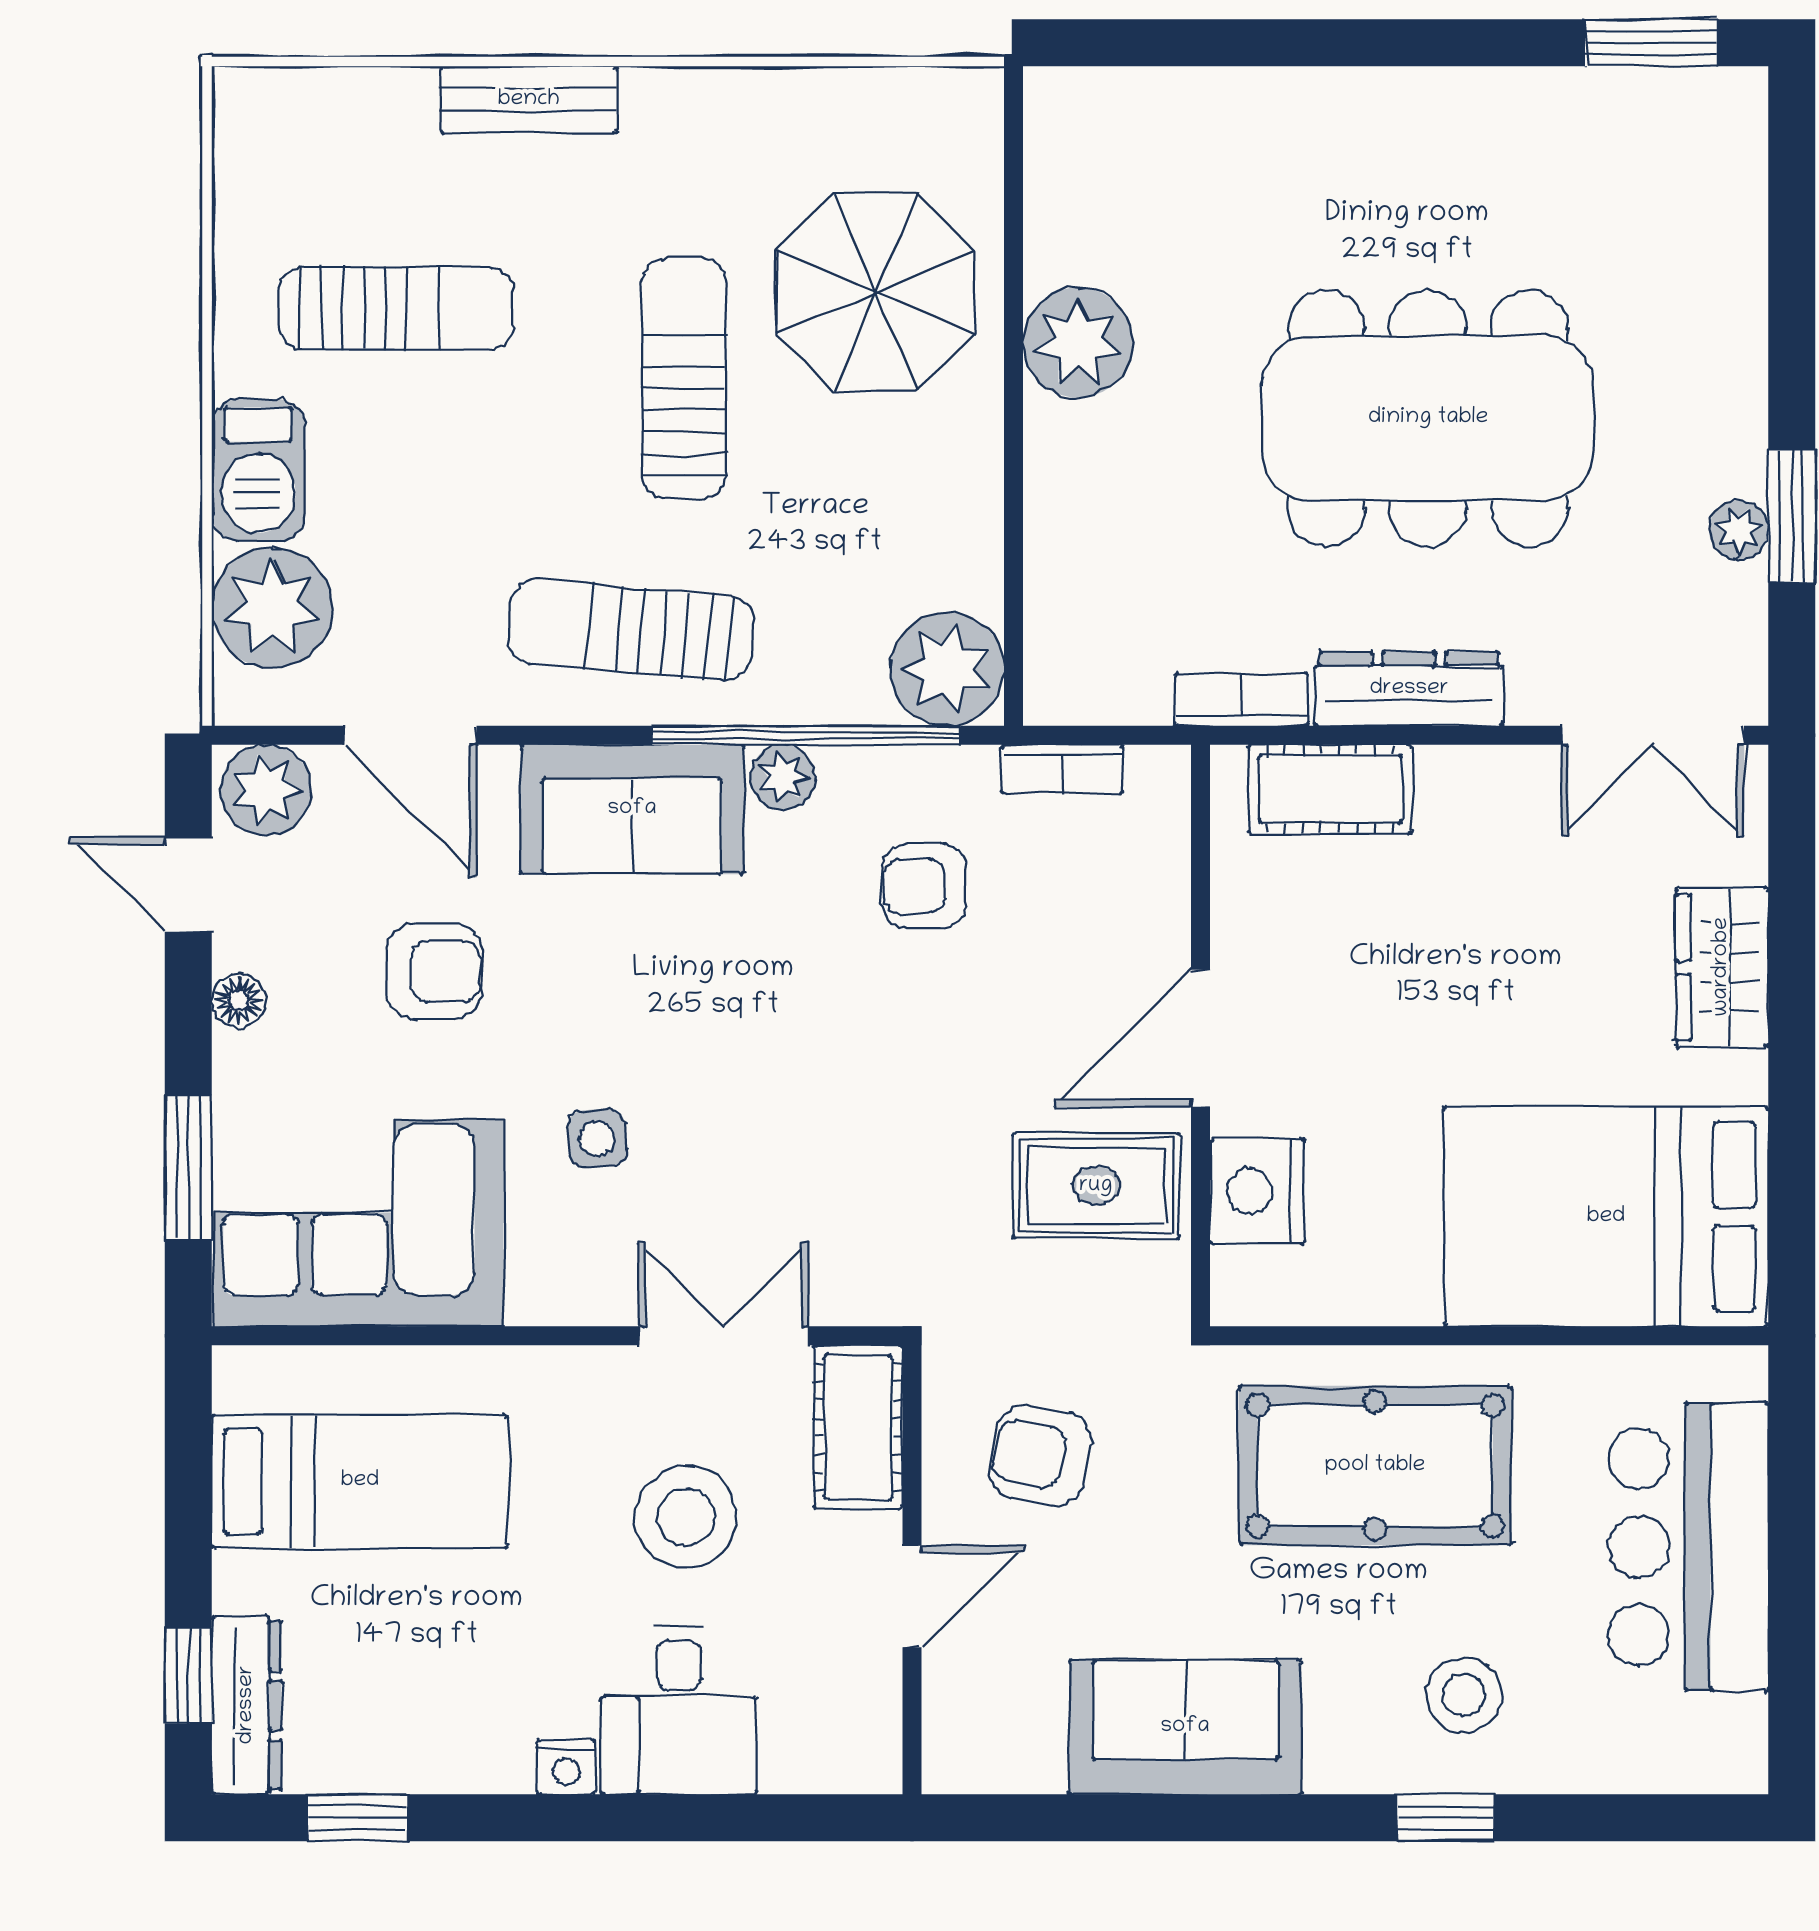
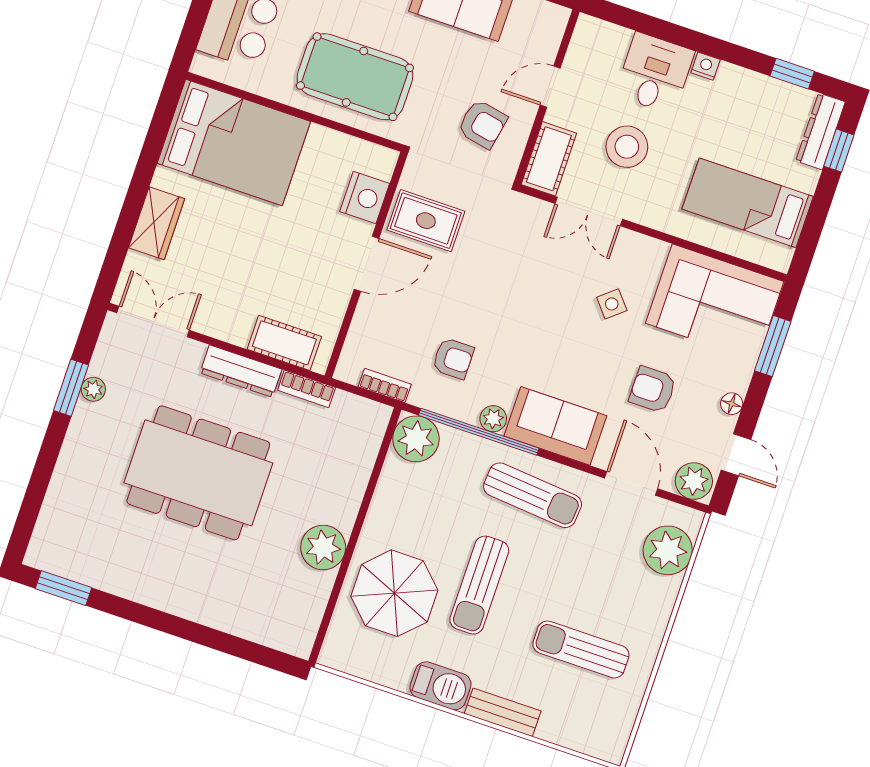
barbecue: (258, 470) -> (441, 686), moved, turned 90
side table: (597, 1138) -> (612, 304), turned -35

